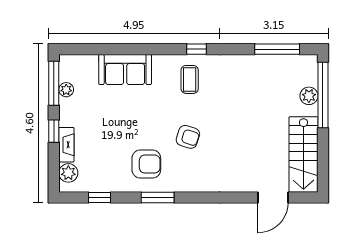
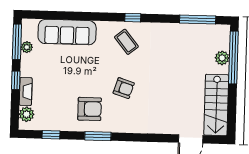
sofa: (125, 69) -> (67, 32), width x1.36
coffee table: (190, 79) -> (126, 42), turned -39

